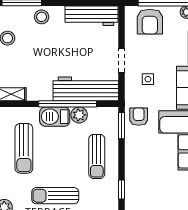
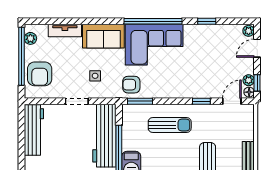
armchair: (150, 22) -> (40, 74), turned 90
plant: (79, 115) -> (130, 142), removed

